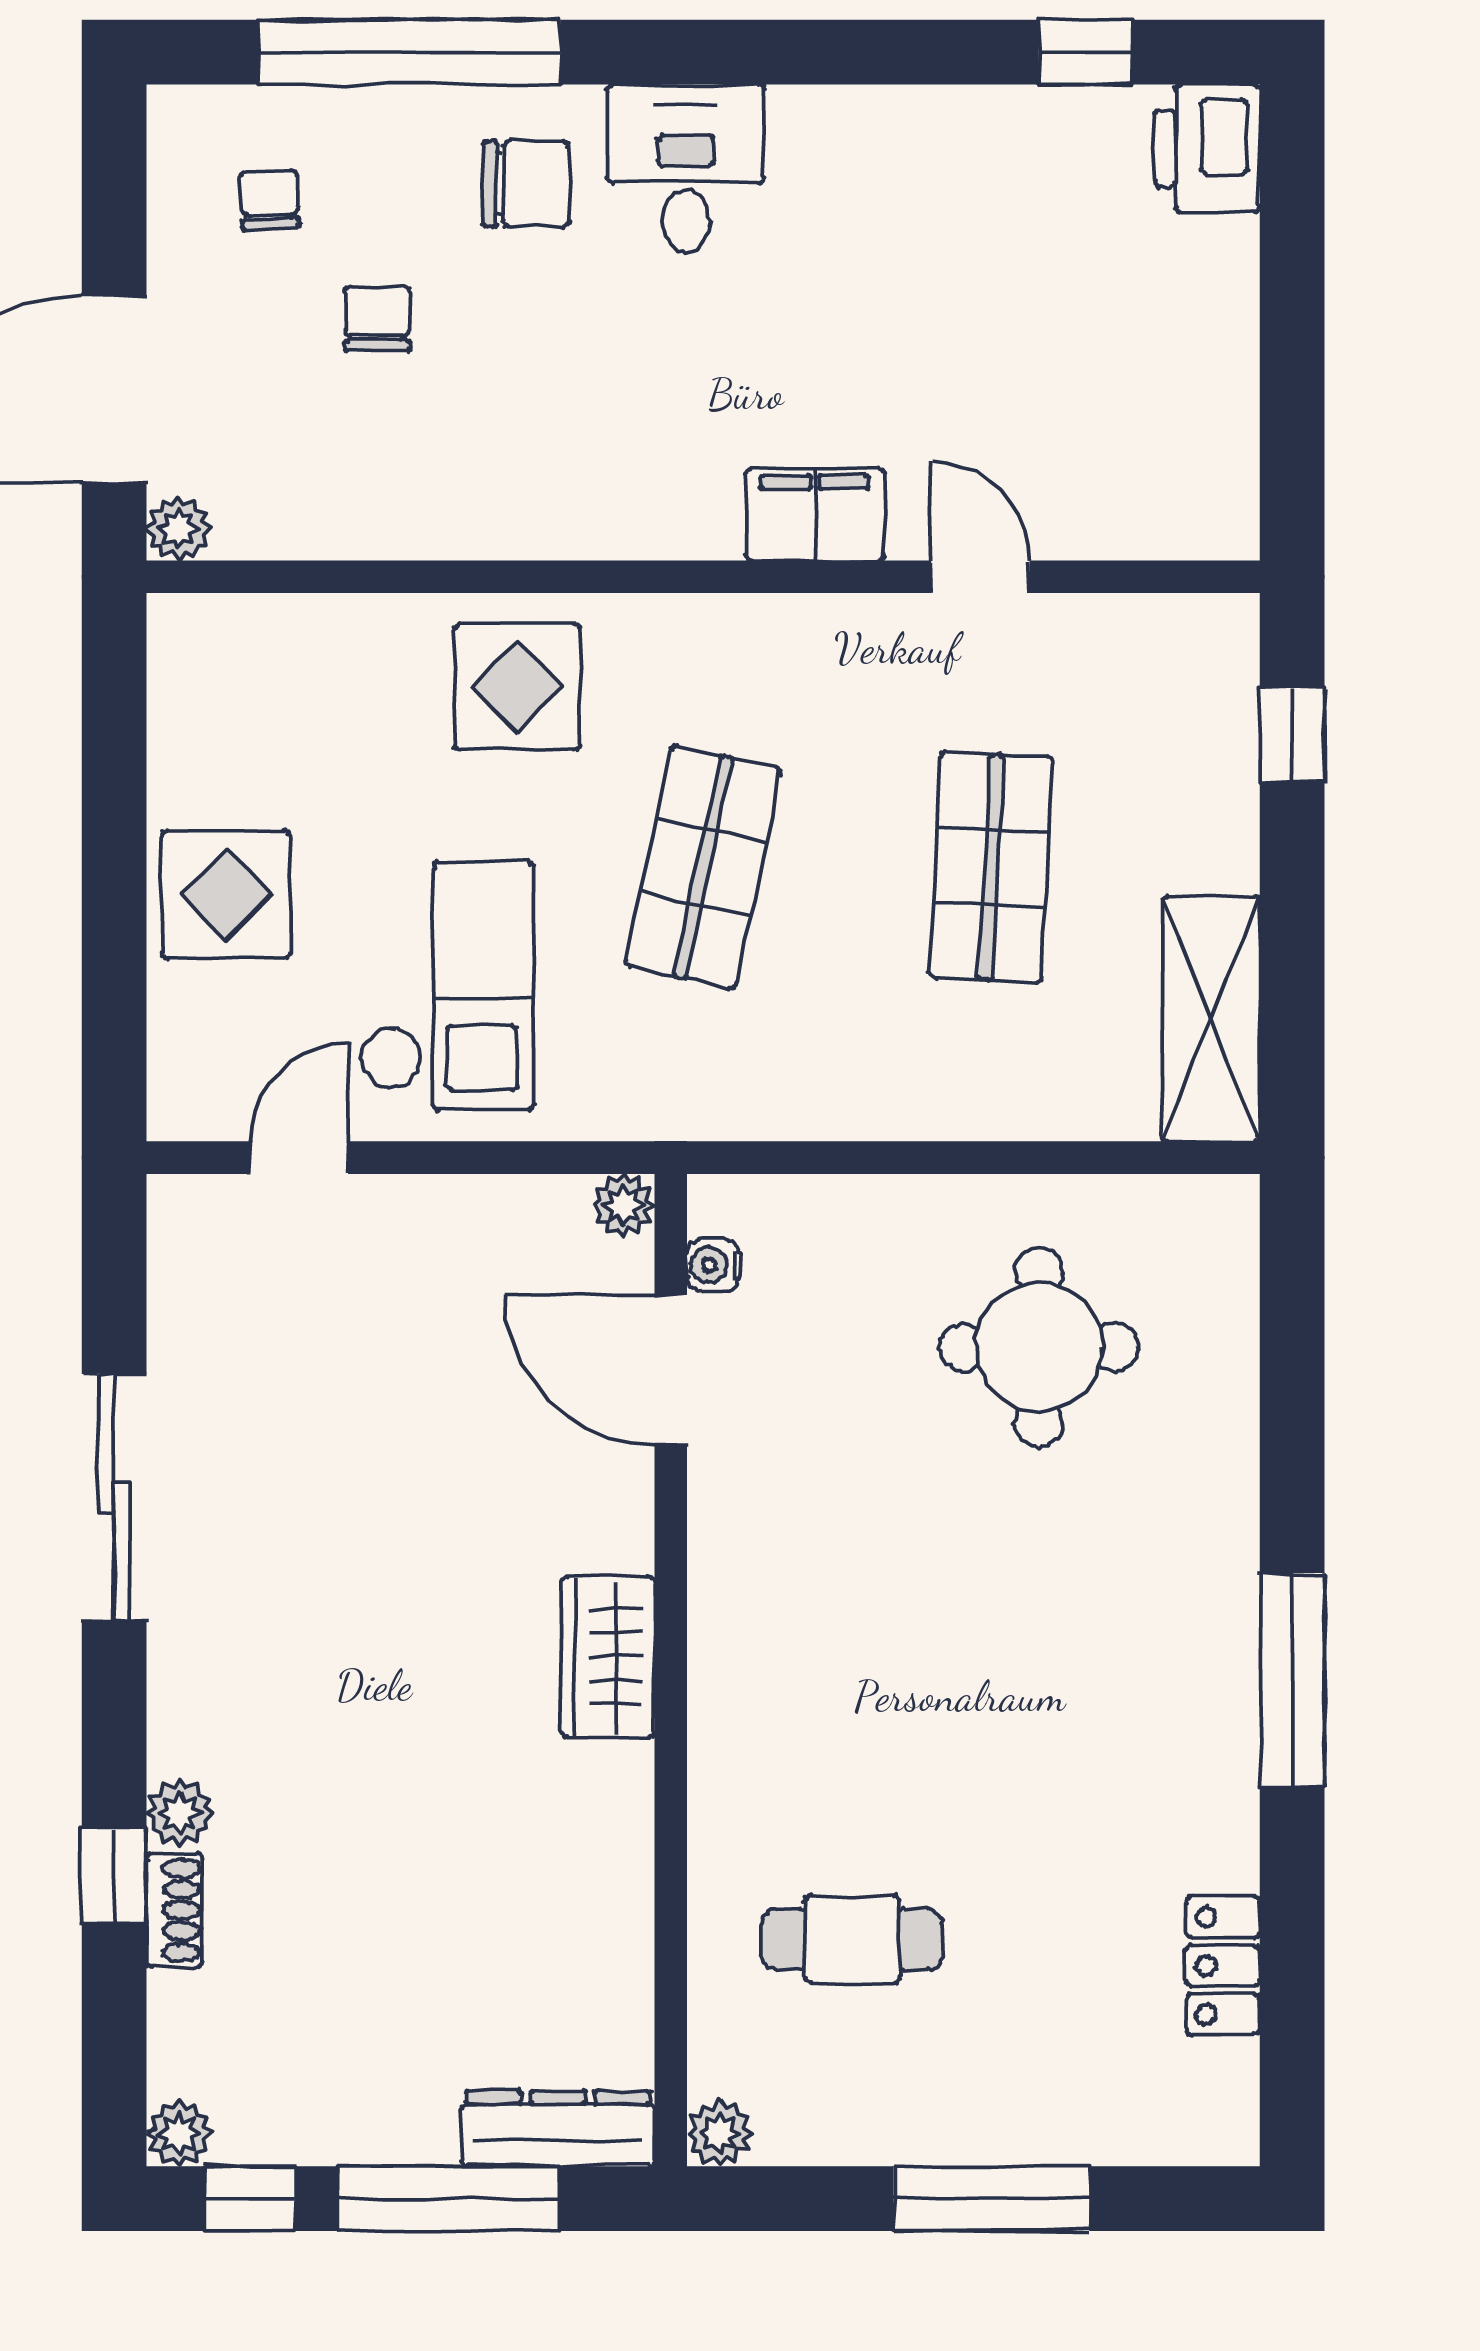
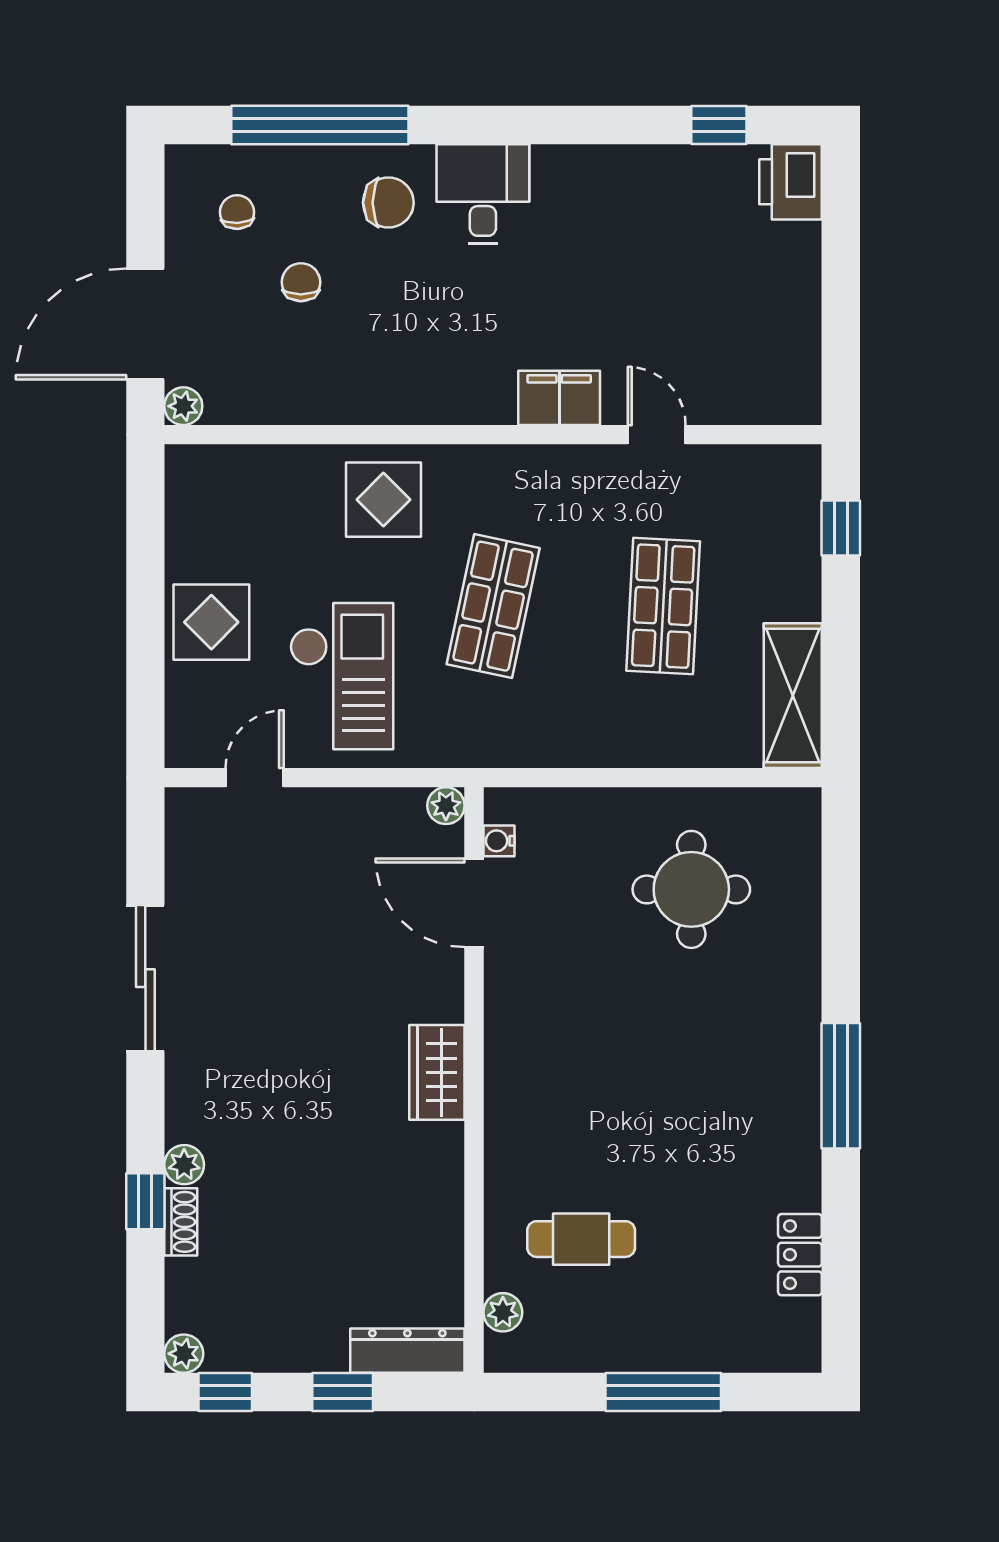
plant: (720, 2134) -> (503, 1312), moved
window: (448, 2199) -> (343, 1392), width x0.46

